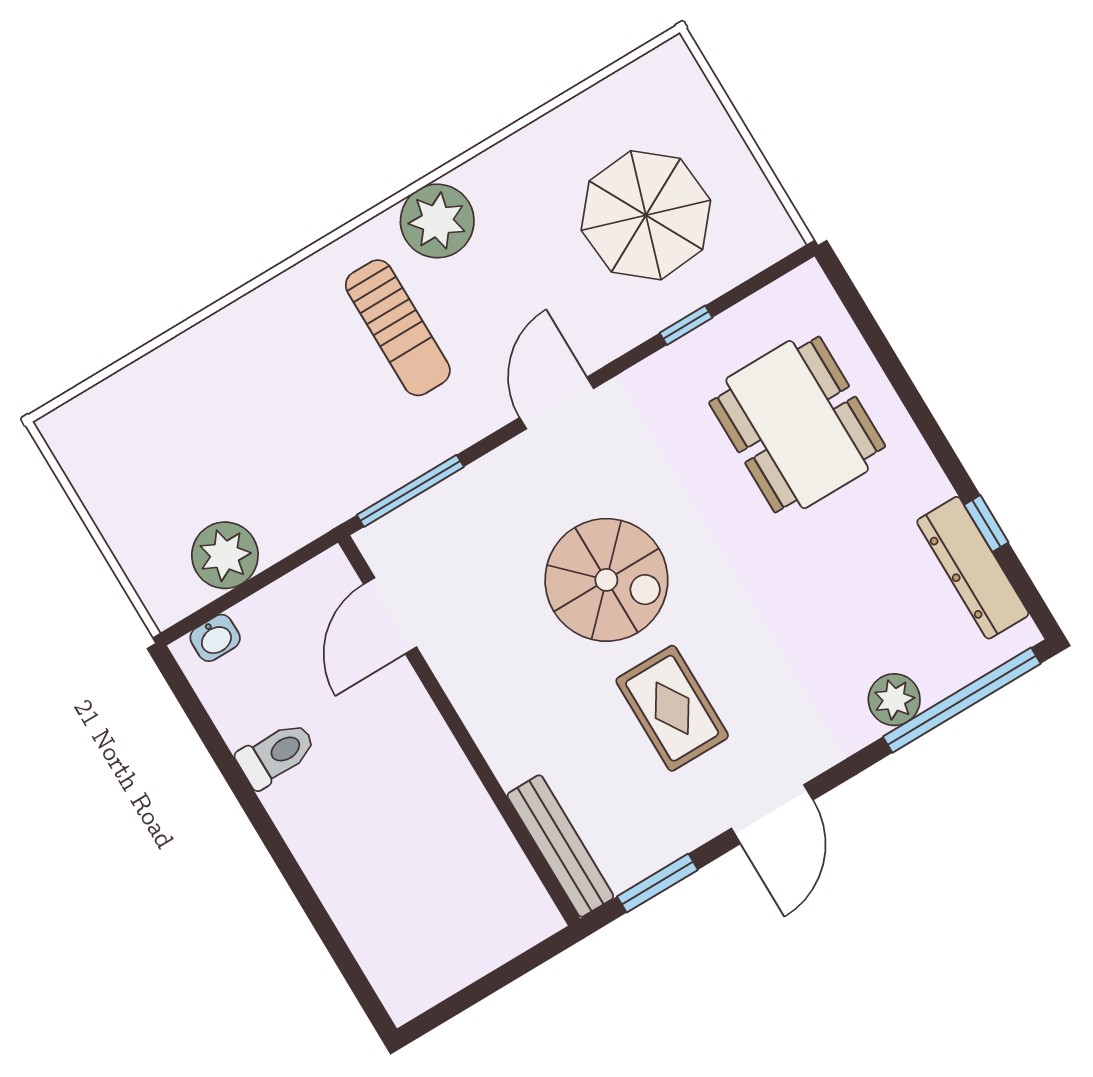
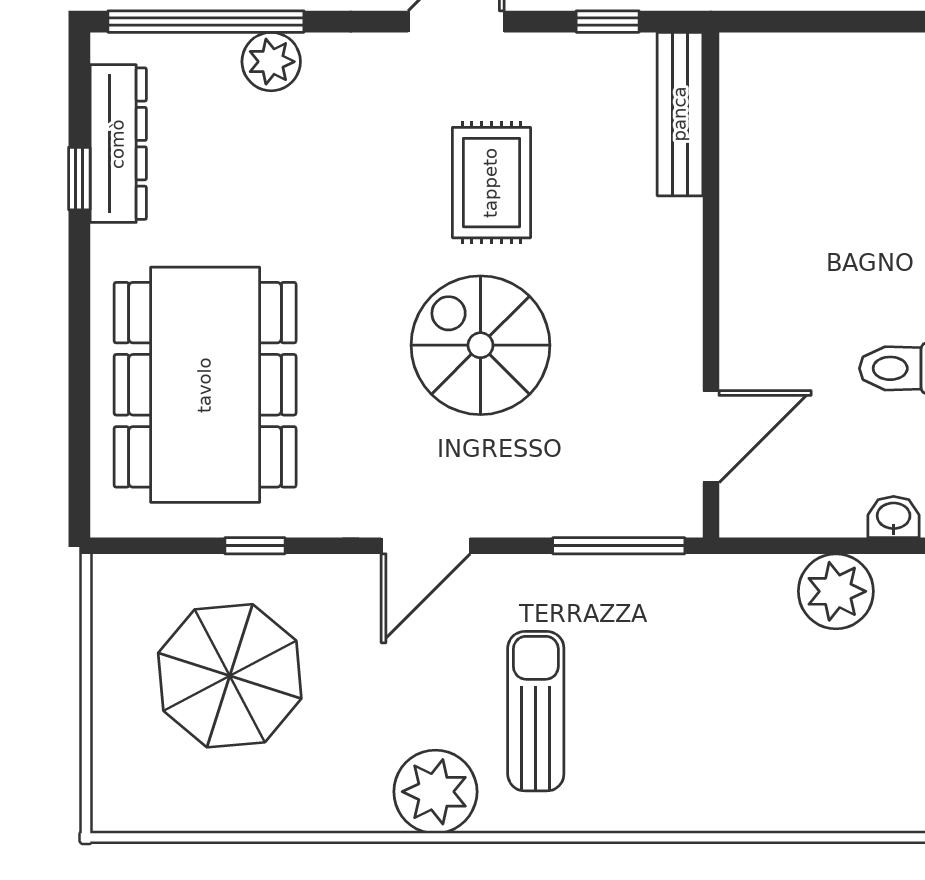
dining table: (797, 425) -> (205, 385), width x1.36, depth x1.24
window: (657, 883) -> (608, 22), width x0.67

